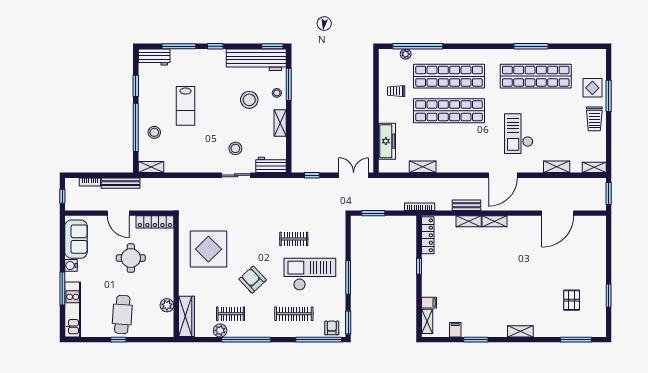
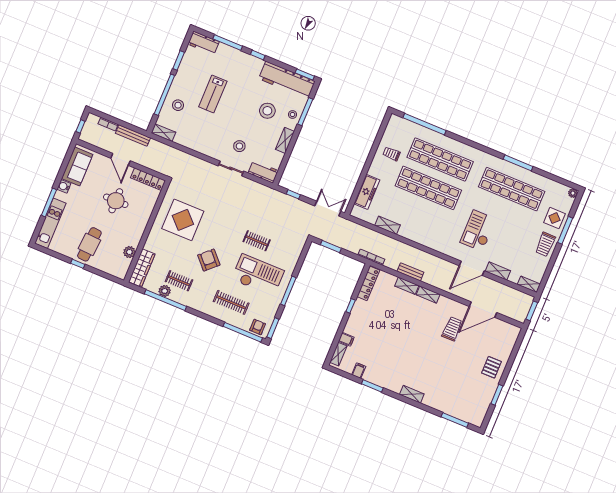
plant: (406, 54) -> (573, 193), moved
door: (503, 175) -> (472, 268), moved
trolley: (534, 246) -> (452, 329), added
pallet: (572, 300) -> (491, 367), moved
window: (246, 340) -> (165, 300), moved

